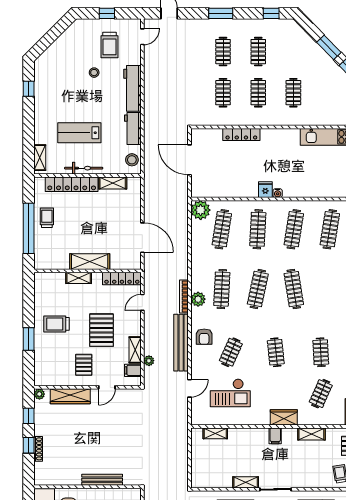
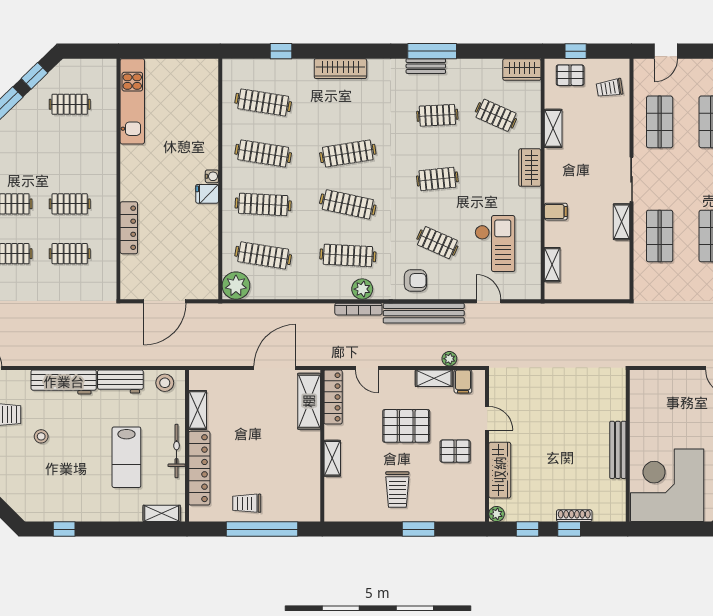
clothes rail: (293, 93) -> (70, 104), moved
shelving: (90, 262) -> (309, 401), moved
filing cabinet: (275, 436) -> (556, 212), moved
bench: (102, 480) -> (618, 450), moved

